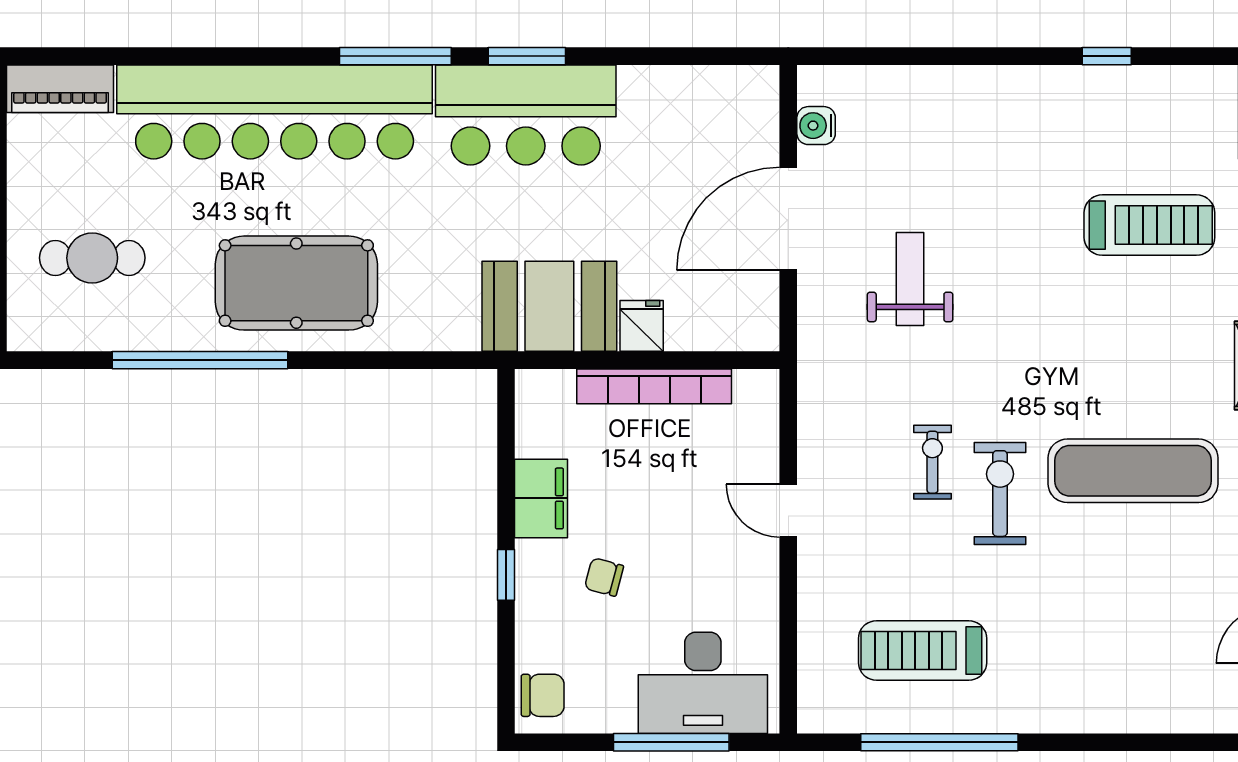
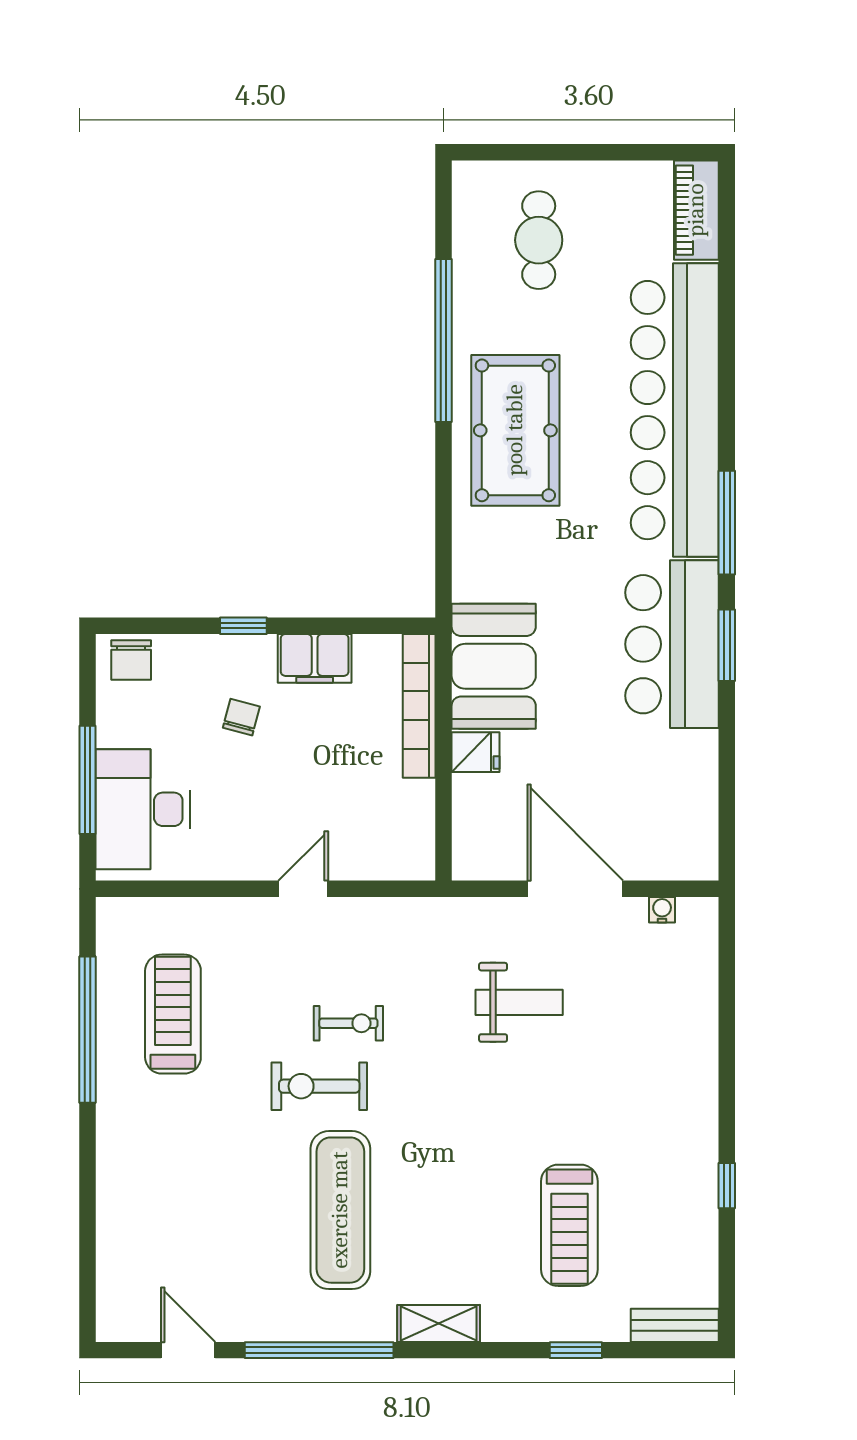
water cooler: (816, 126) -> (662, 910), width x0.72, depth x0.72
bookcase: (654, 386) -> (419, 706), moved
exercise bike: (1000, 494) -> (319, 1086), turned 180

